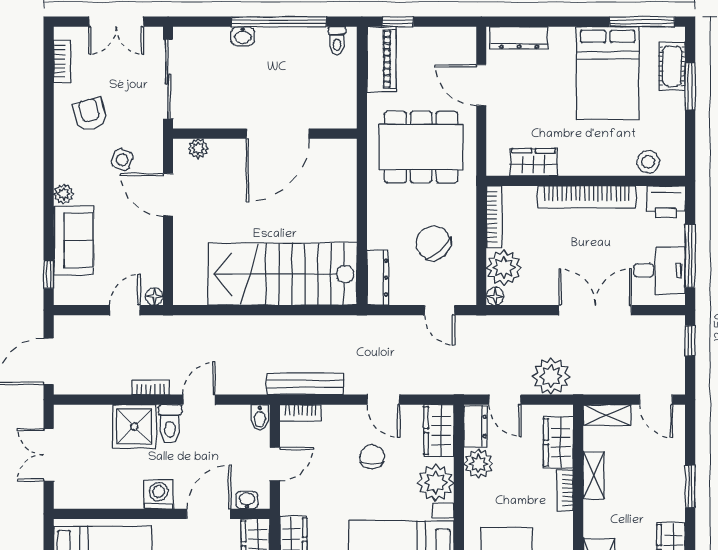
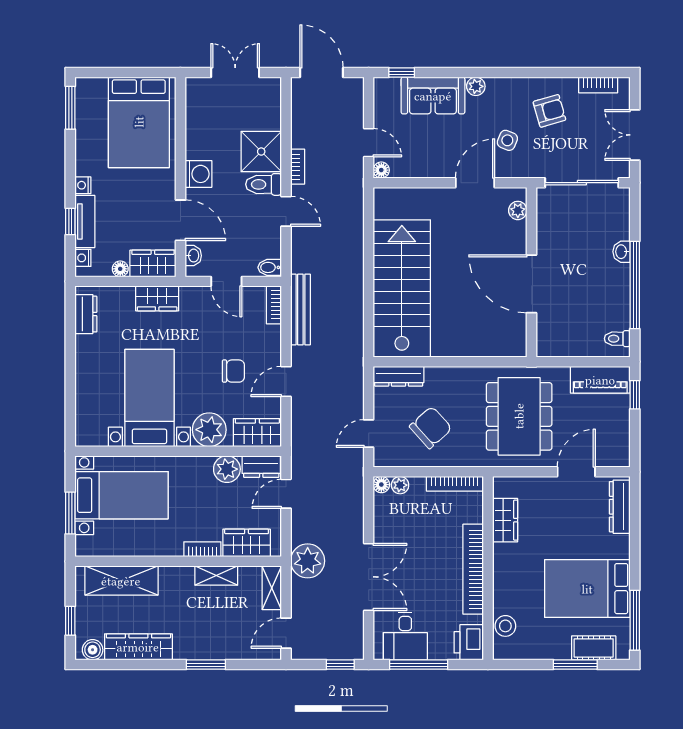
plant: (504, 268) -> (400, 485), width x0.53, depth x0.53
plant: (551, 376) -> (308, 561), moved

